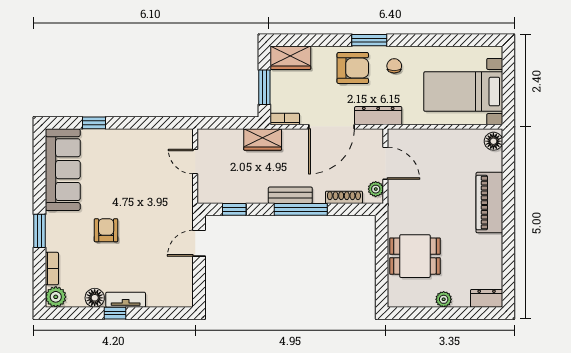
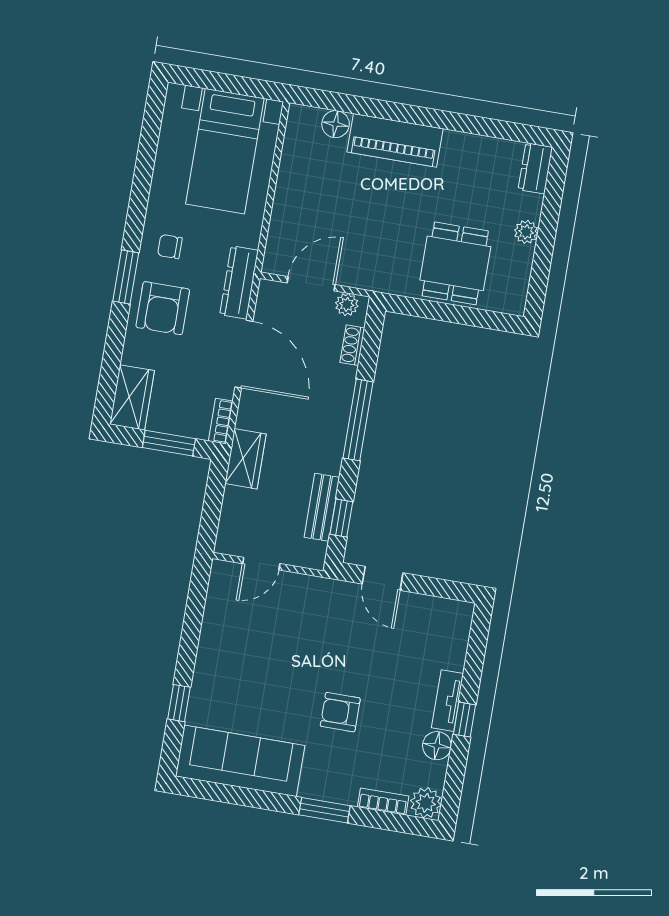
armchair: (353, 68) -> (163, 308), turned 180
floor lamp: (493, 141) -> (336, 124), moved
bench: (290, 195) -> (322, 507), moved
shoe rack: (344, 197) -> (352, 345), width x0.70

